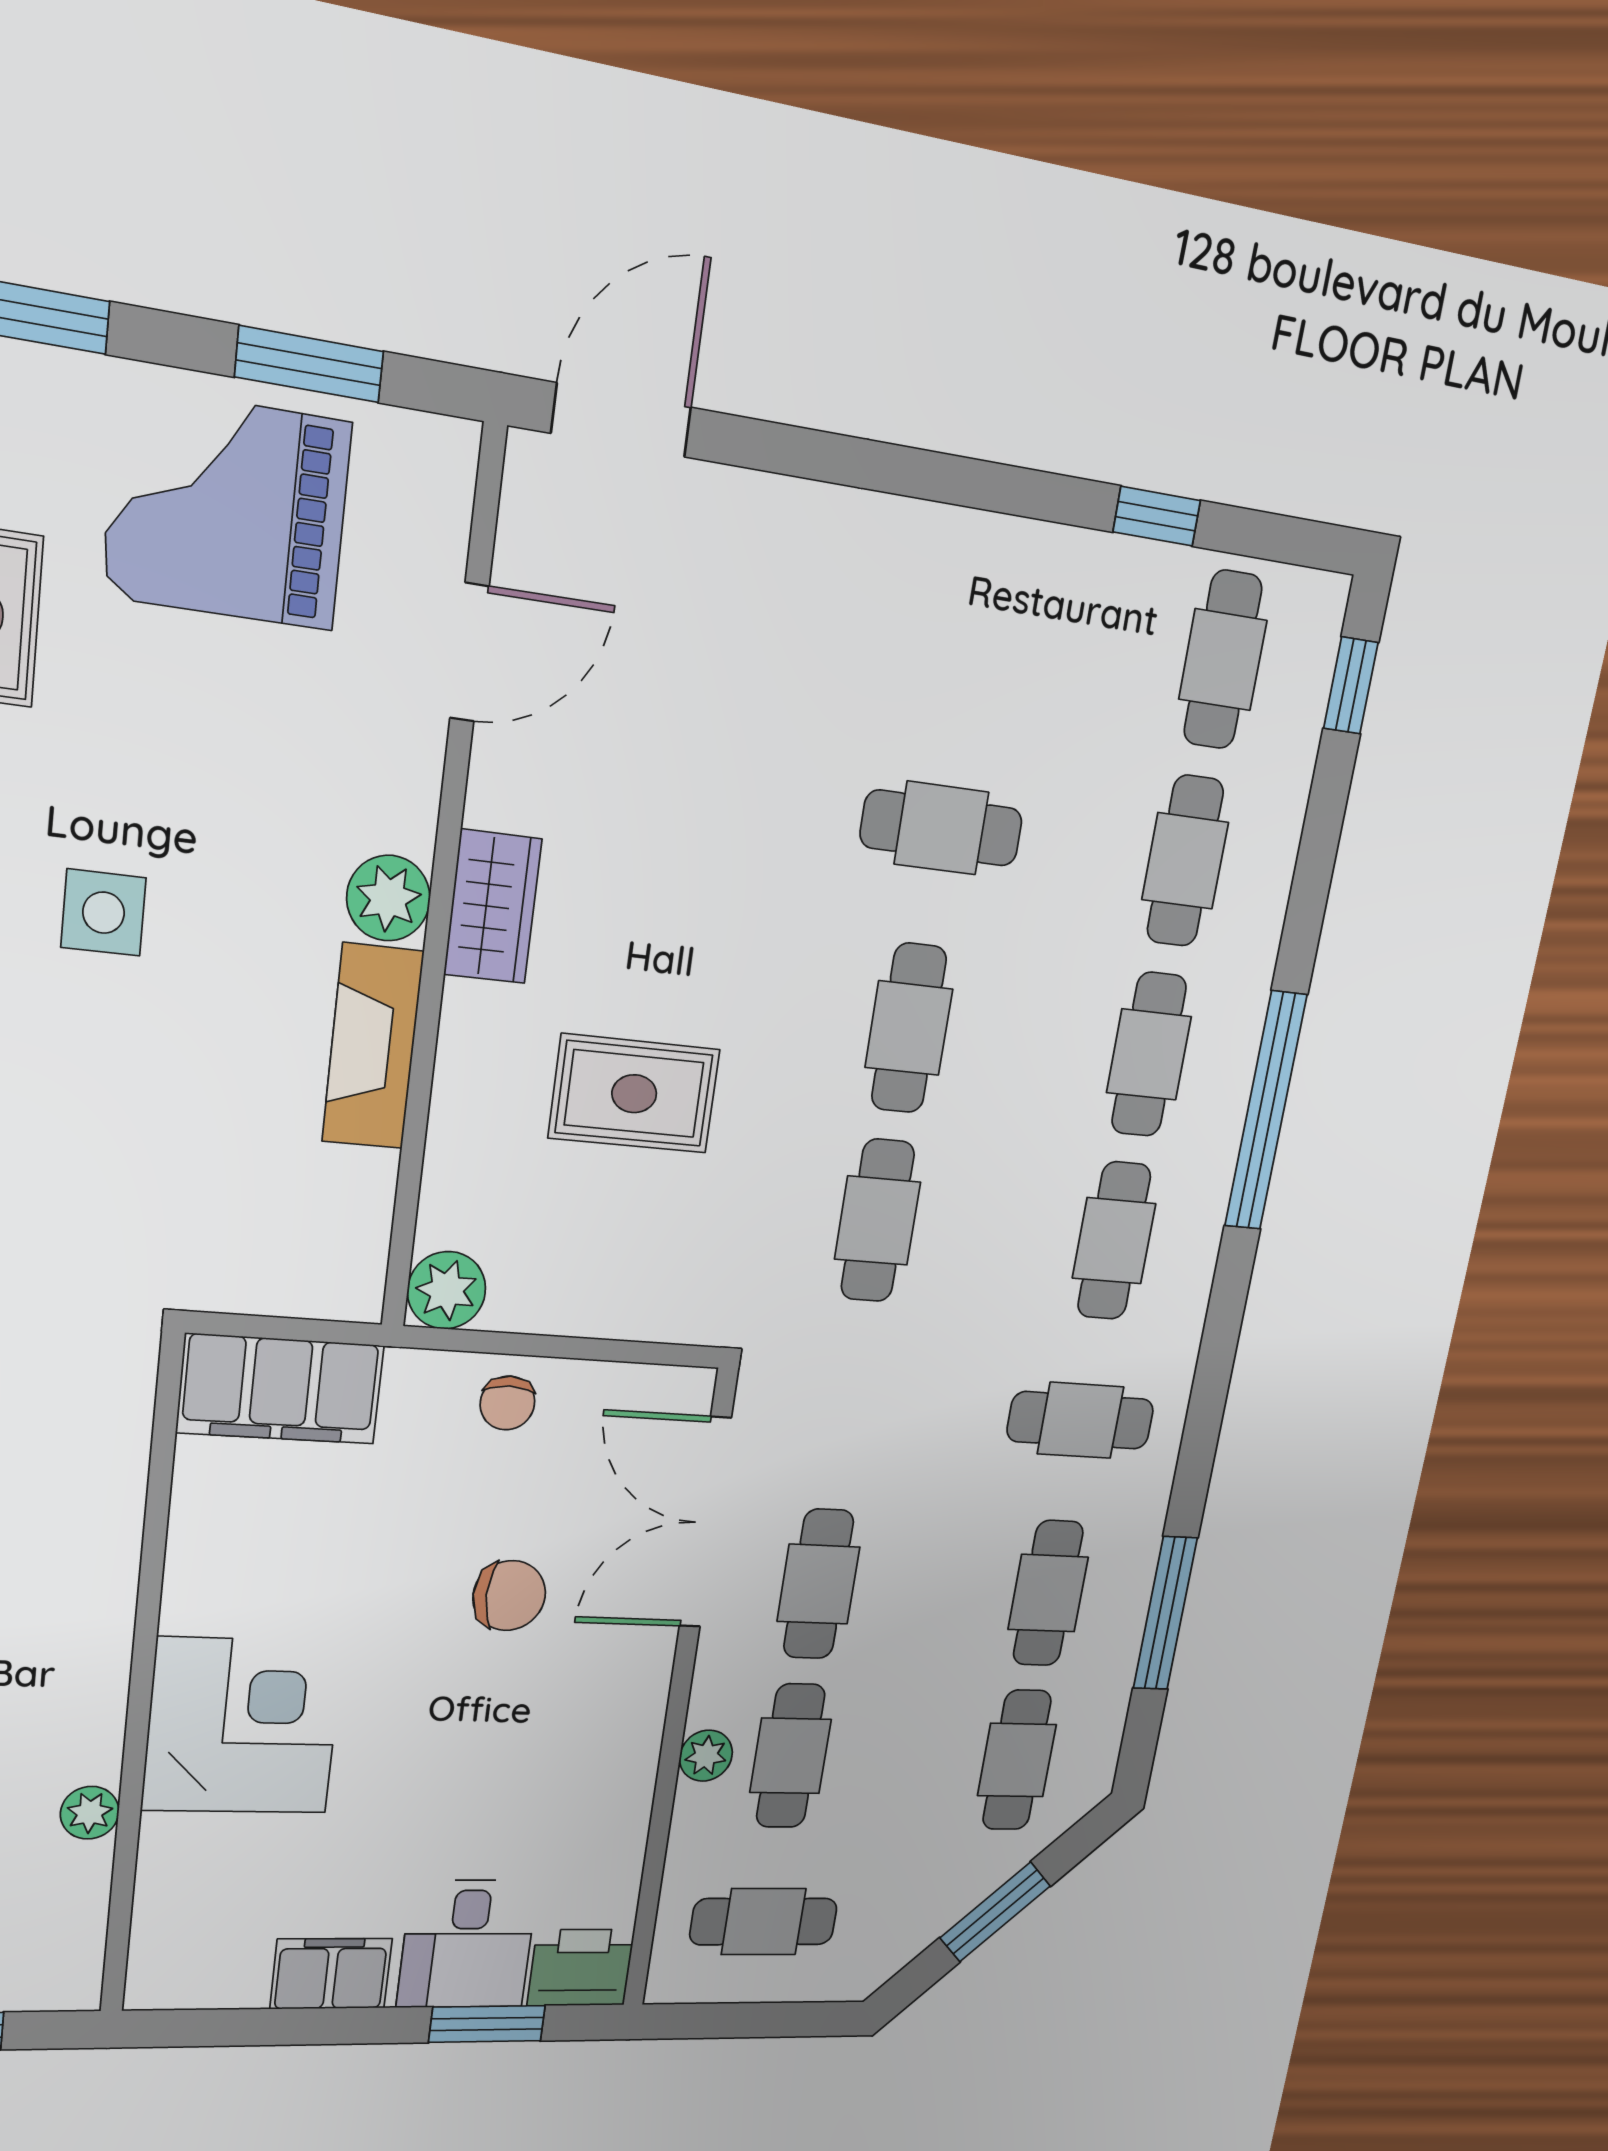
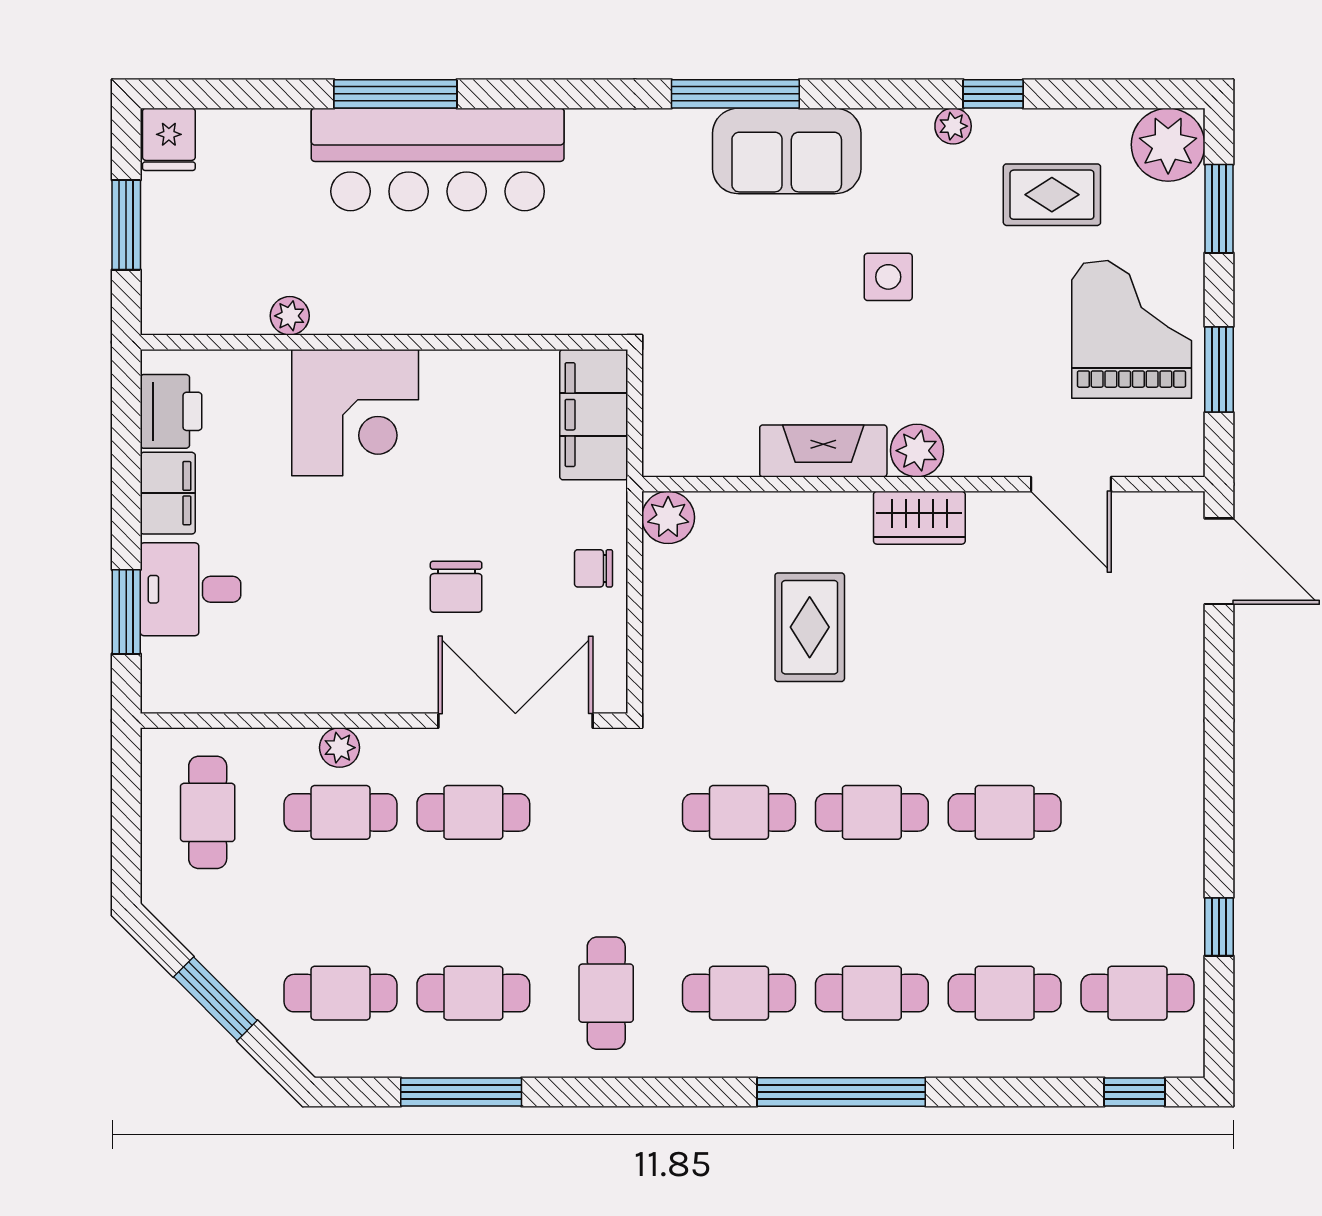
cafe table: (941, 828) -> (1005, 812), turned 90
printer: (581, 1968) -> (171, 411), moved

